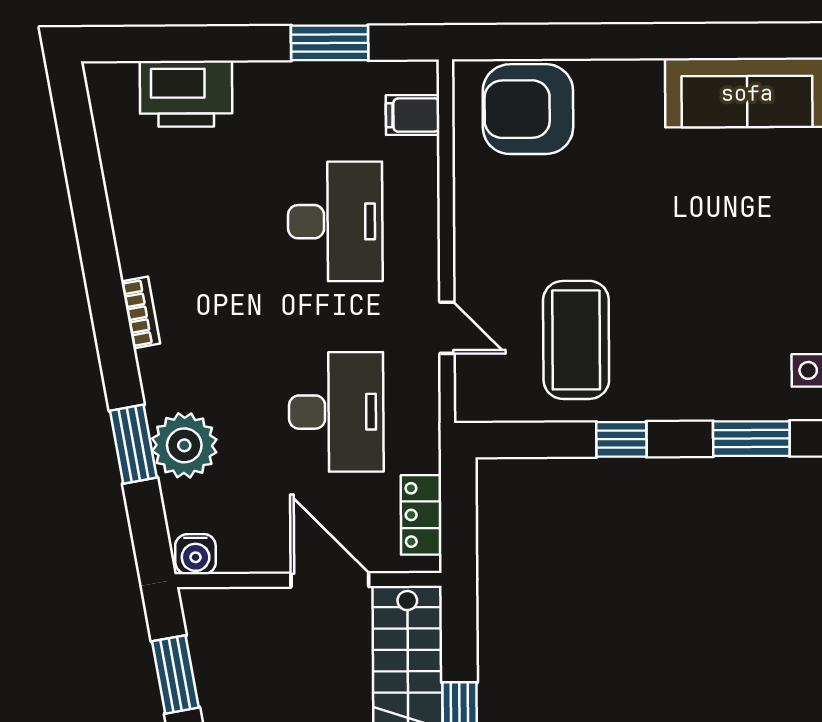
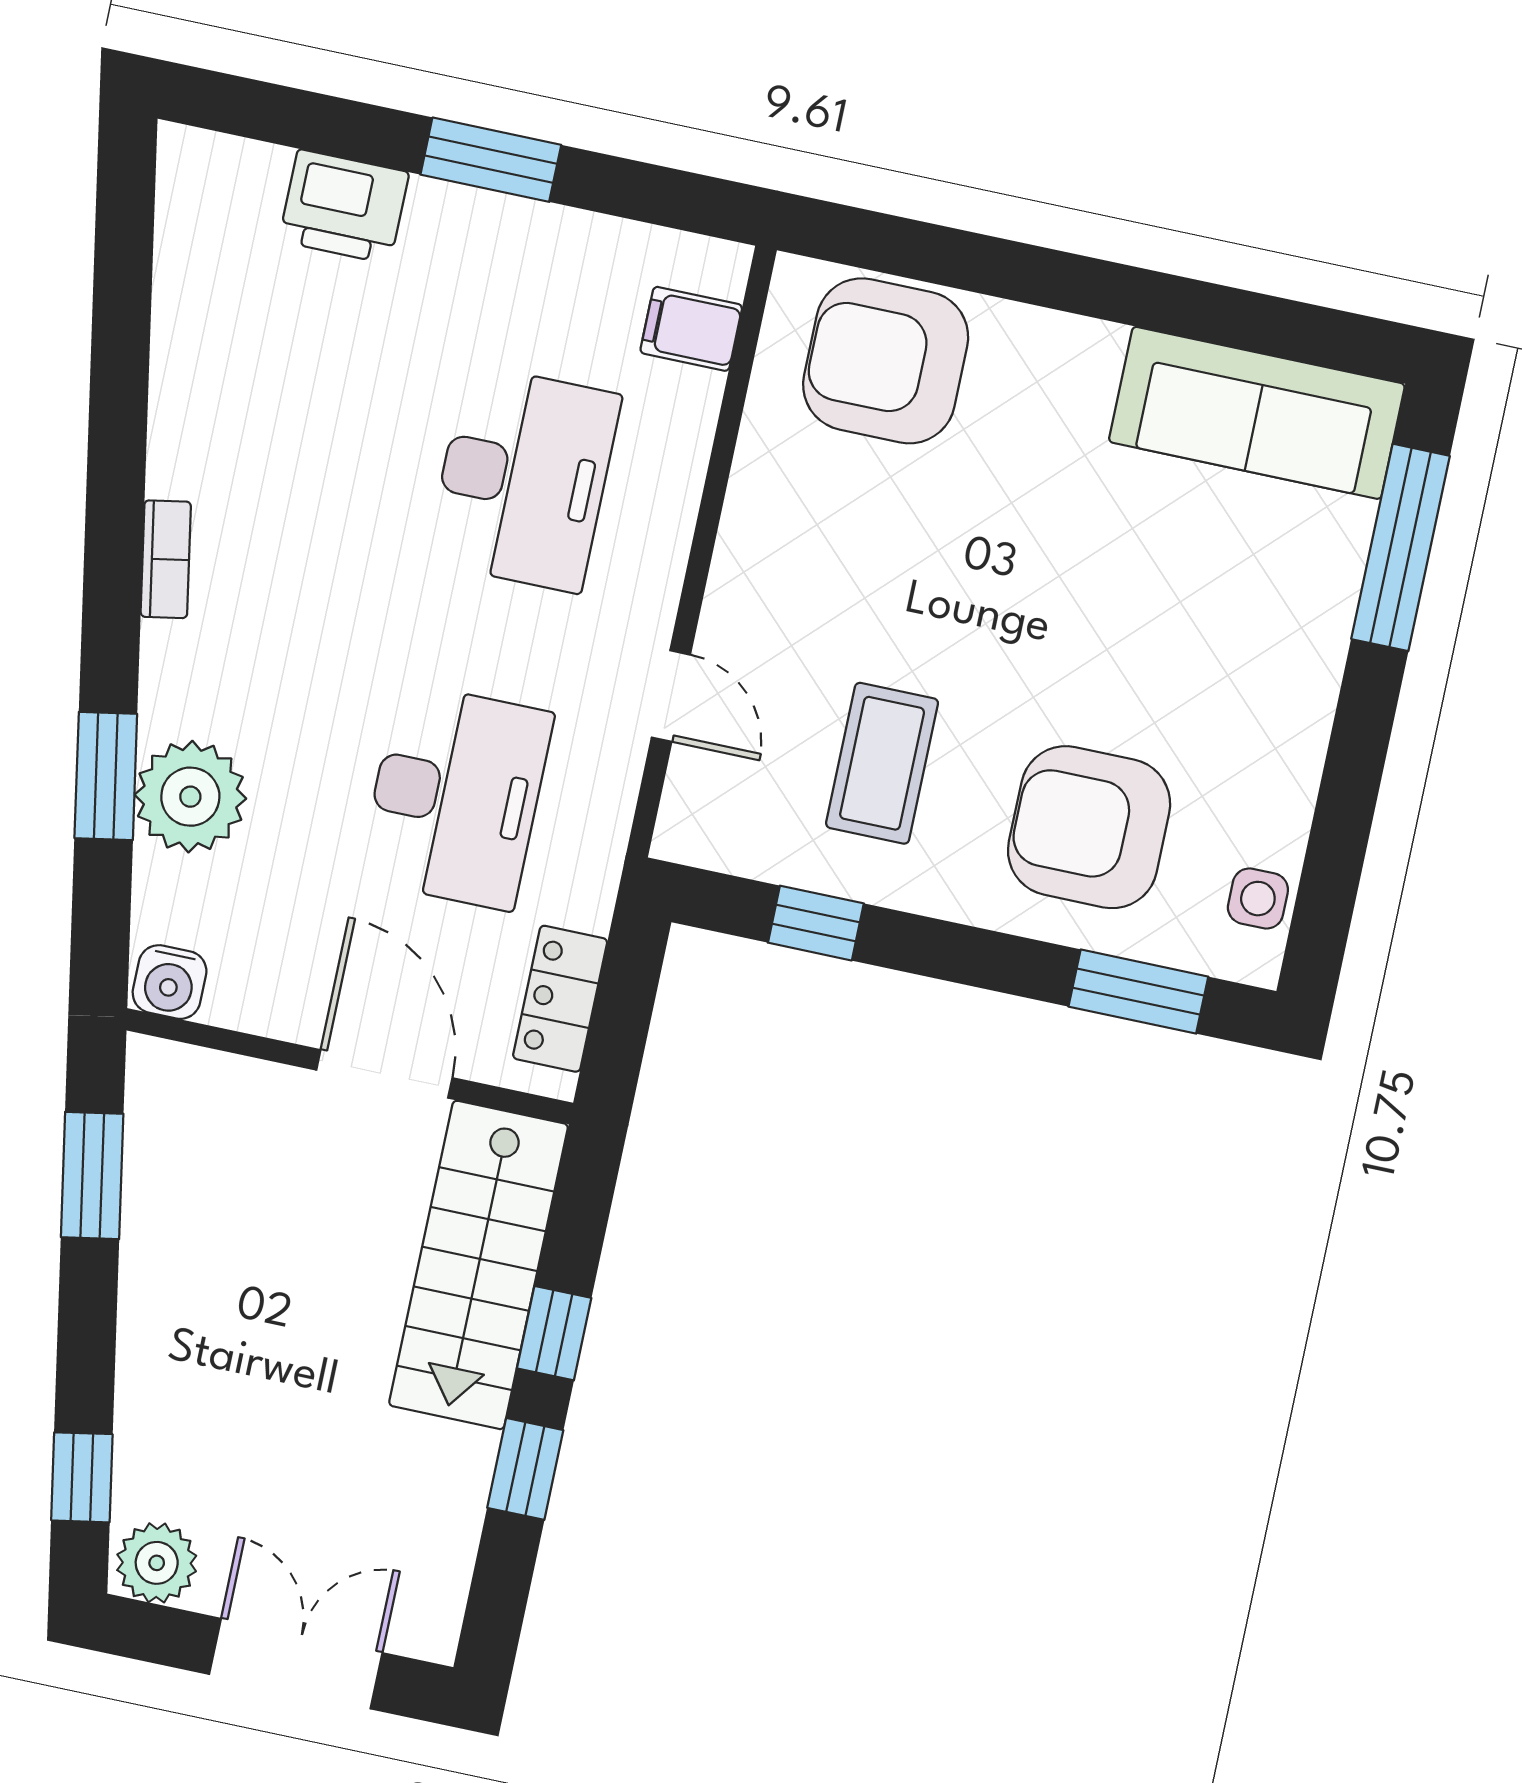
window: (330, 43) -> (491, 160), moved
printer: (186, 94) -> (344, 207), width x0.73, depth x0.84
coffee table: (576, 340) -> (882, 763), width x0.73, depth x0.76
armchair: (703, 351) -> (1089, 827), added
window: (621, 439) -> (816, 923), moved

